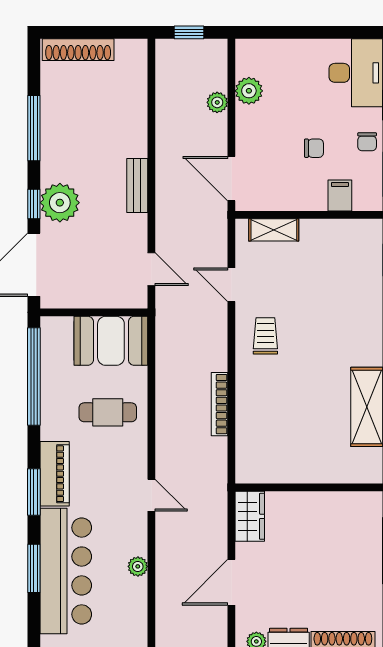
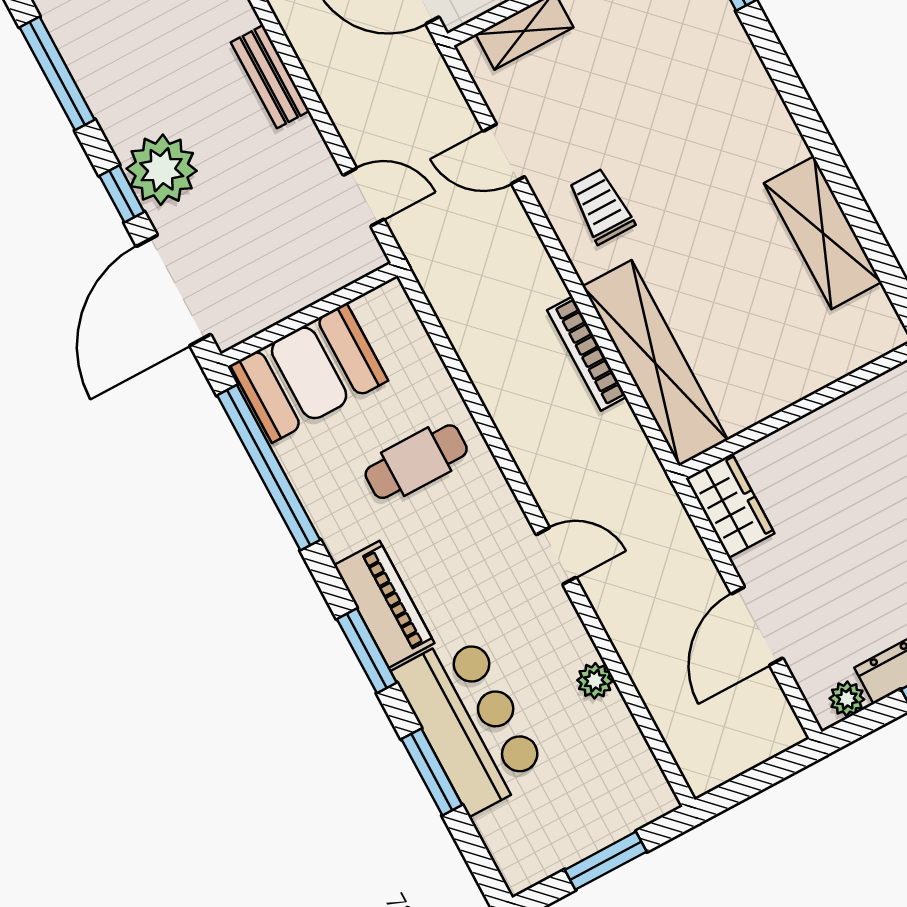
booth: (111, 341) -> (309, 373), moved
shelving: (251, 427) -> (655, 363), added
bar counter: (66, 571) -> (470, 722), width x0.73

